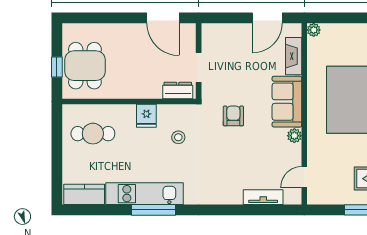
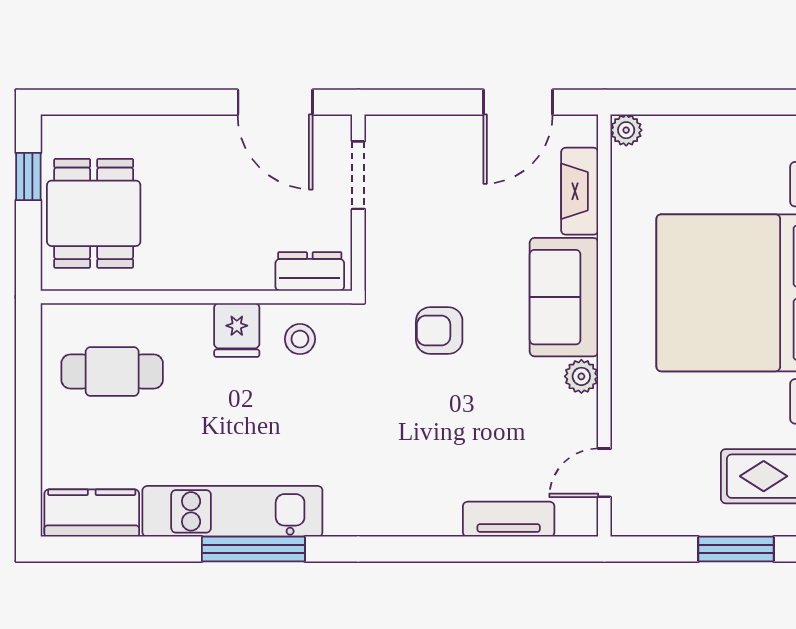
window: (57, 67) -> (28, 177), moved
doorway: (199, 67) -> (358, 175), moved
armchair: (233, 116) -> (439, 331), turned -90
stool: (178, 137) -> (300, 339), moved

